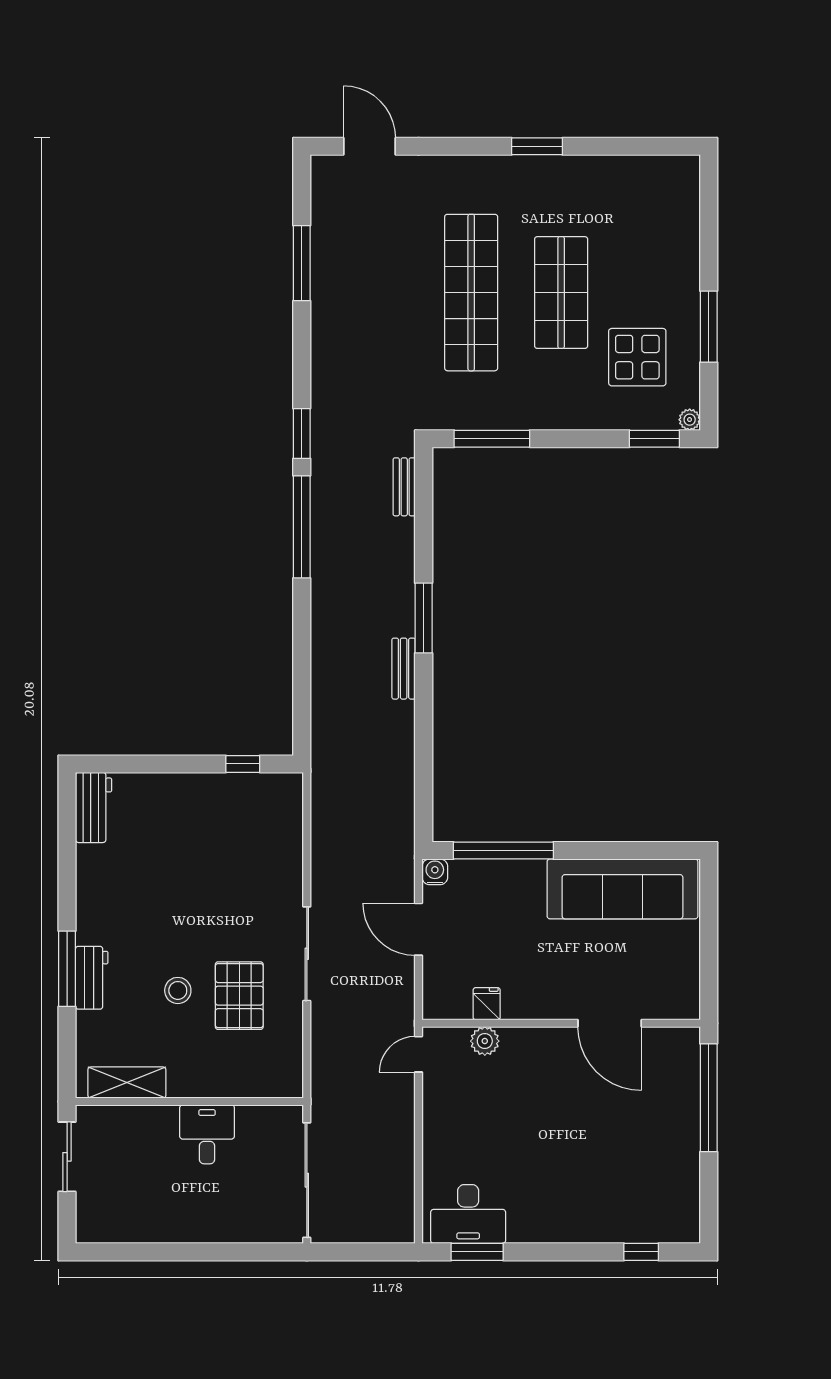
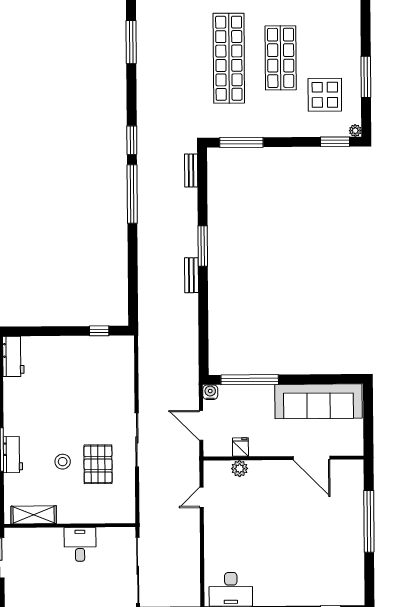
fridge: (487, 1004) -> (240, 447), moved
wall: (561, 1023) -> (283, 458), moved
door: (610, 1023) -> (311, 458), moved
plant: (485, 1041) -> (240, 469), moved

